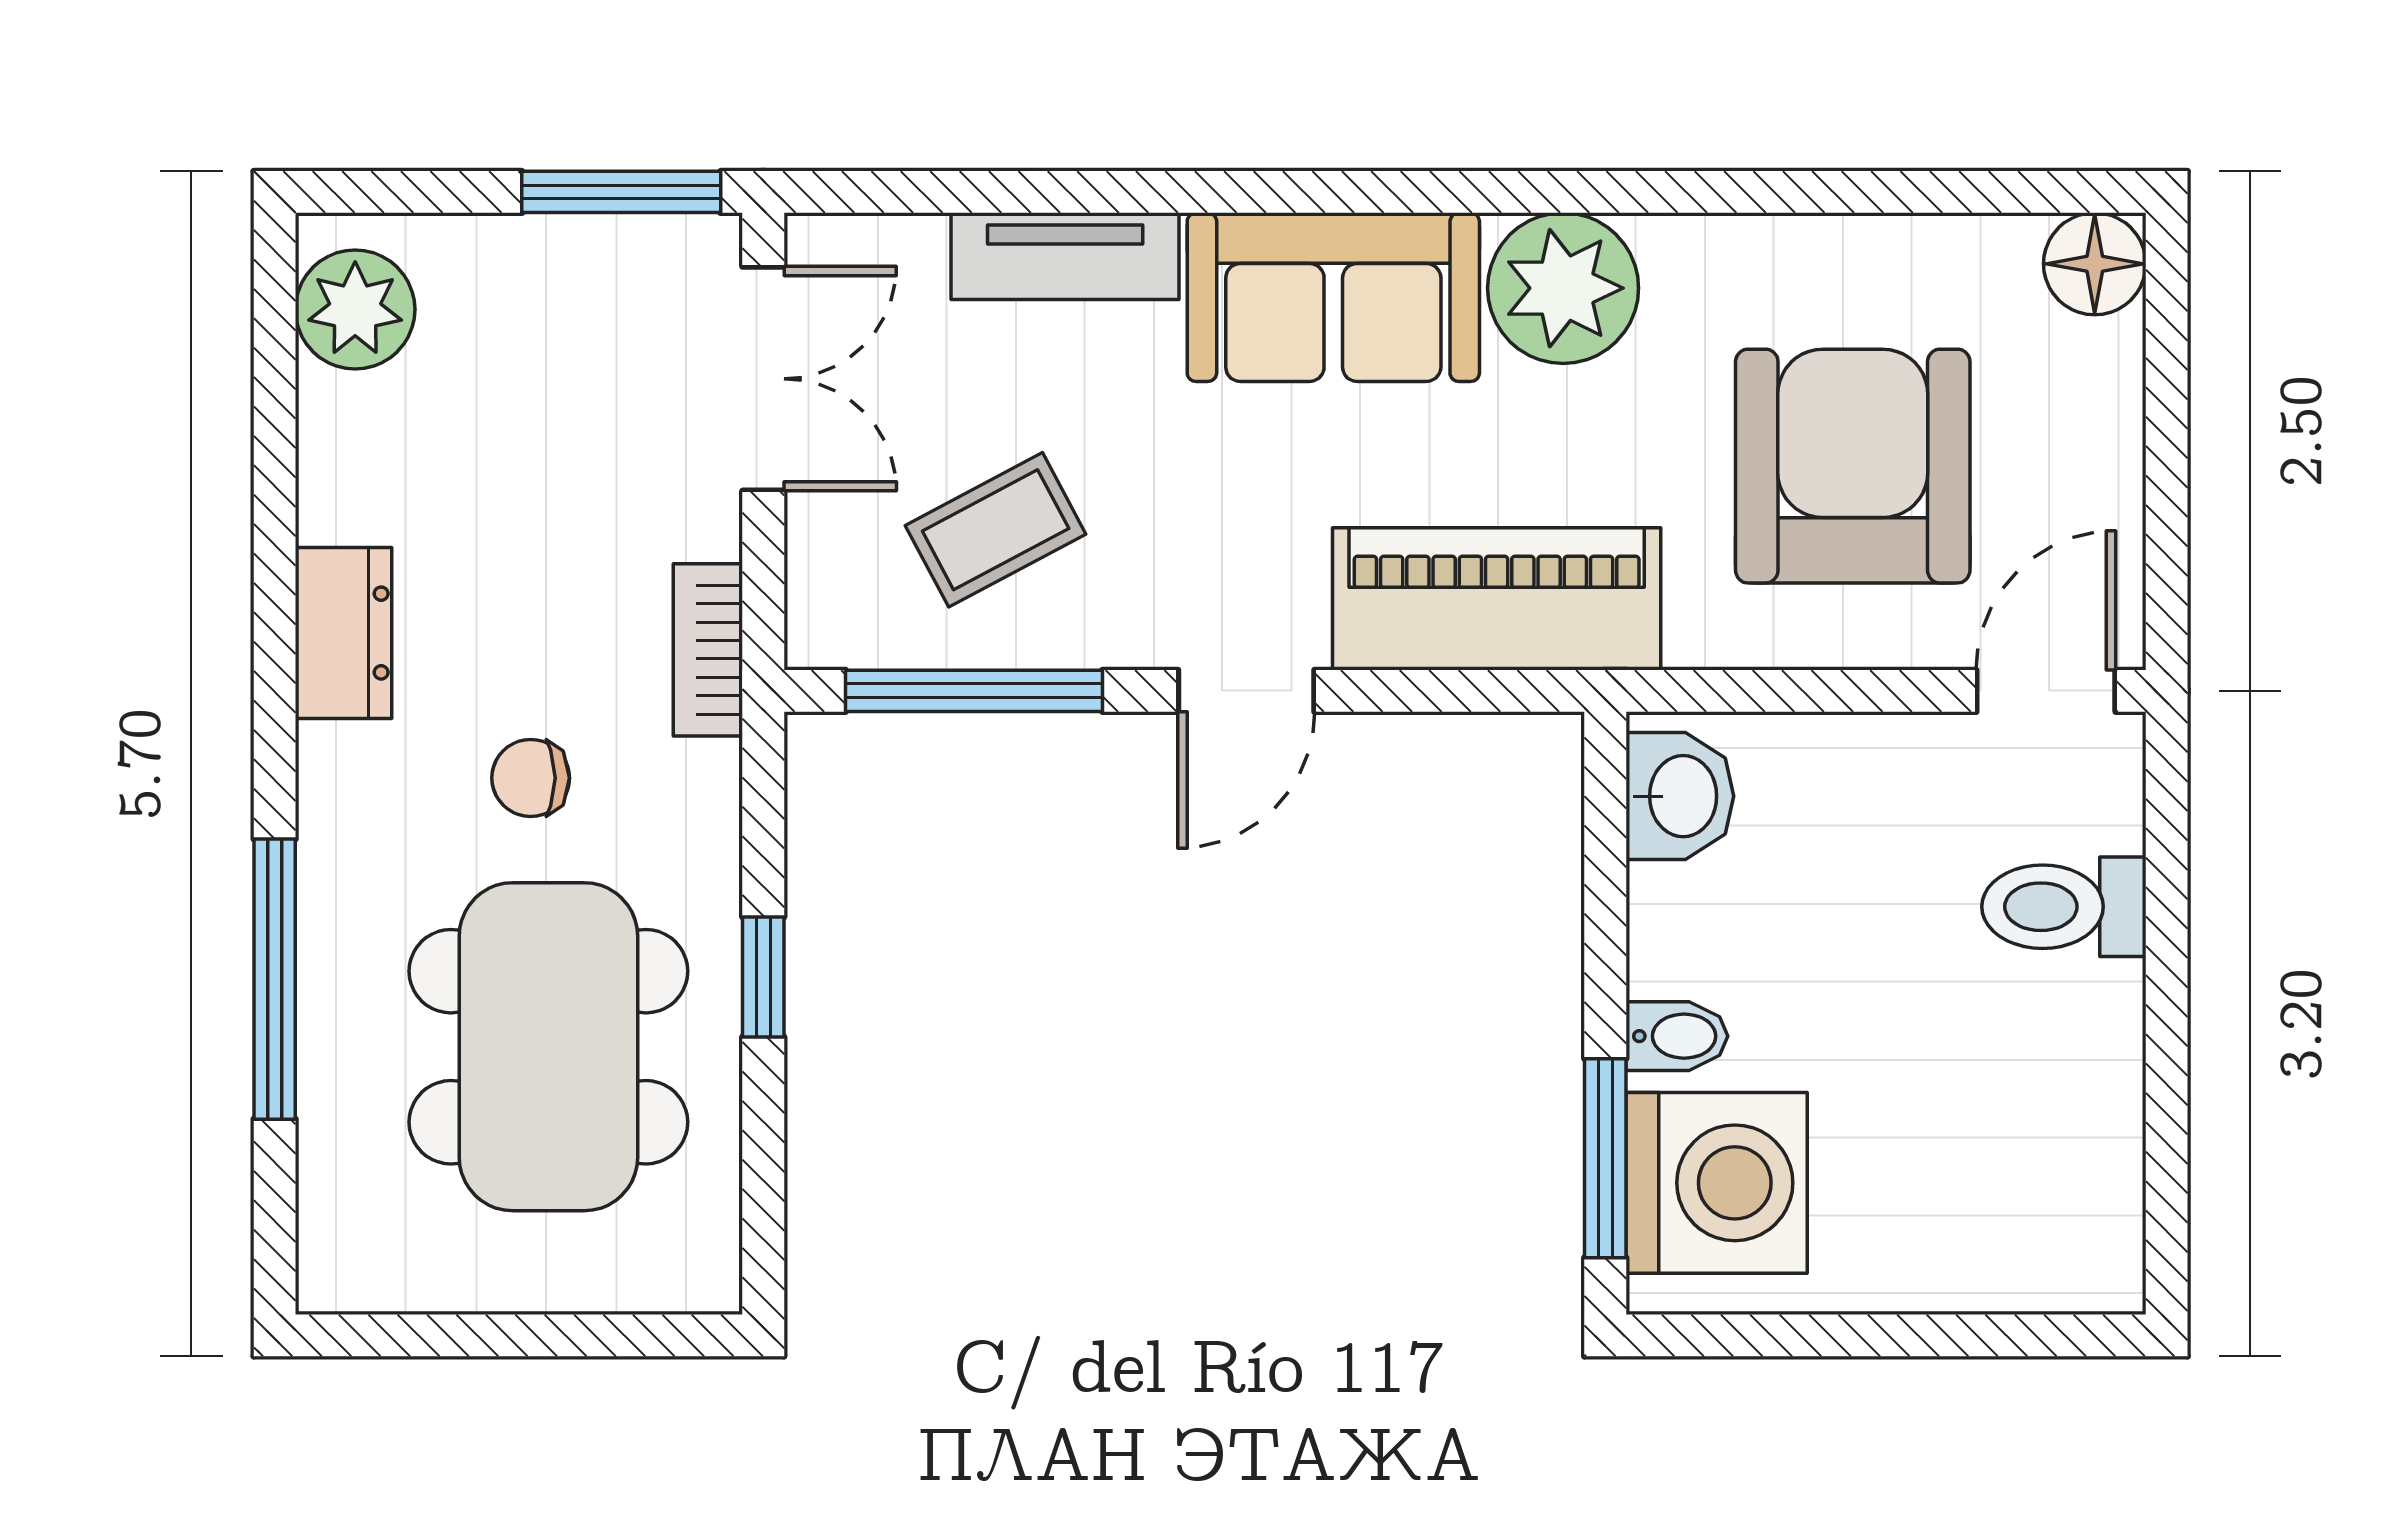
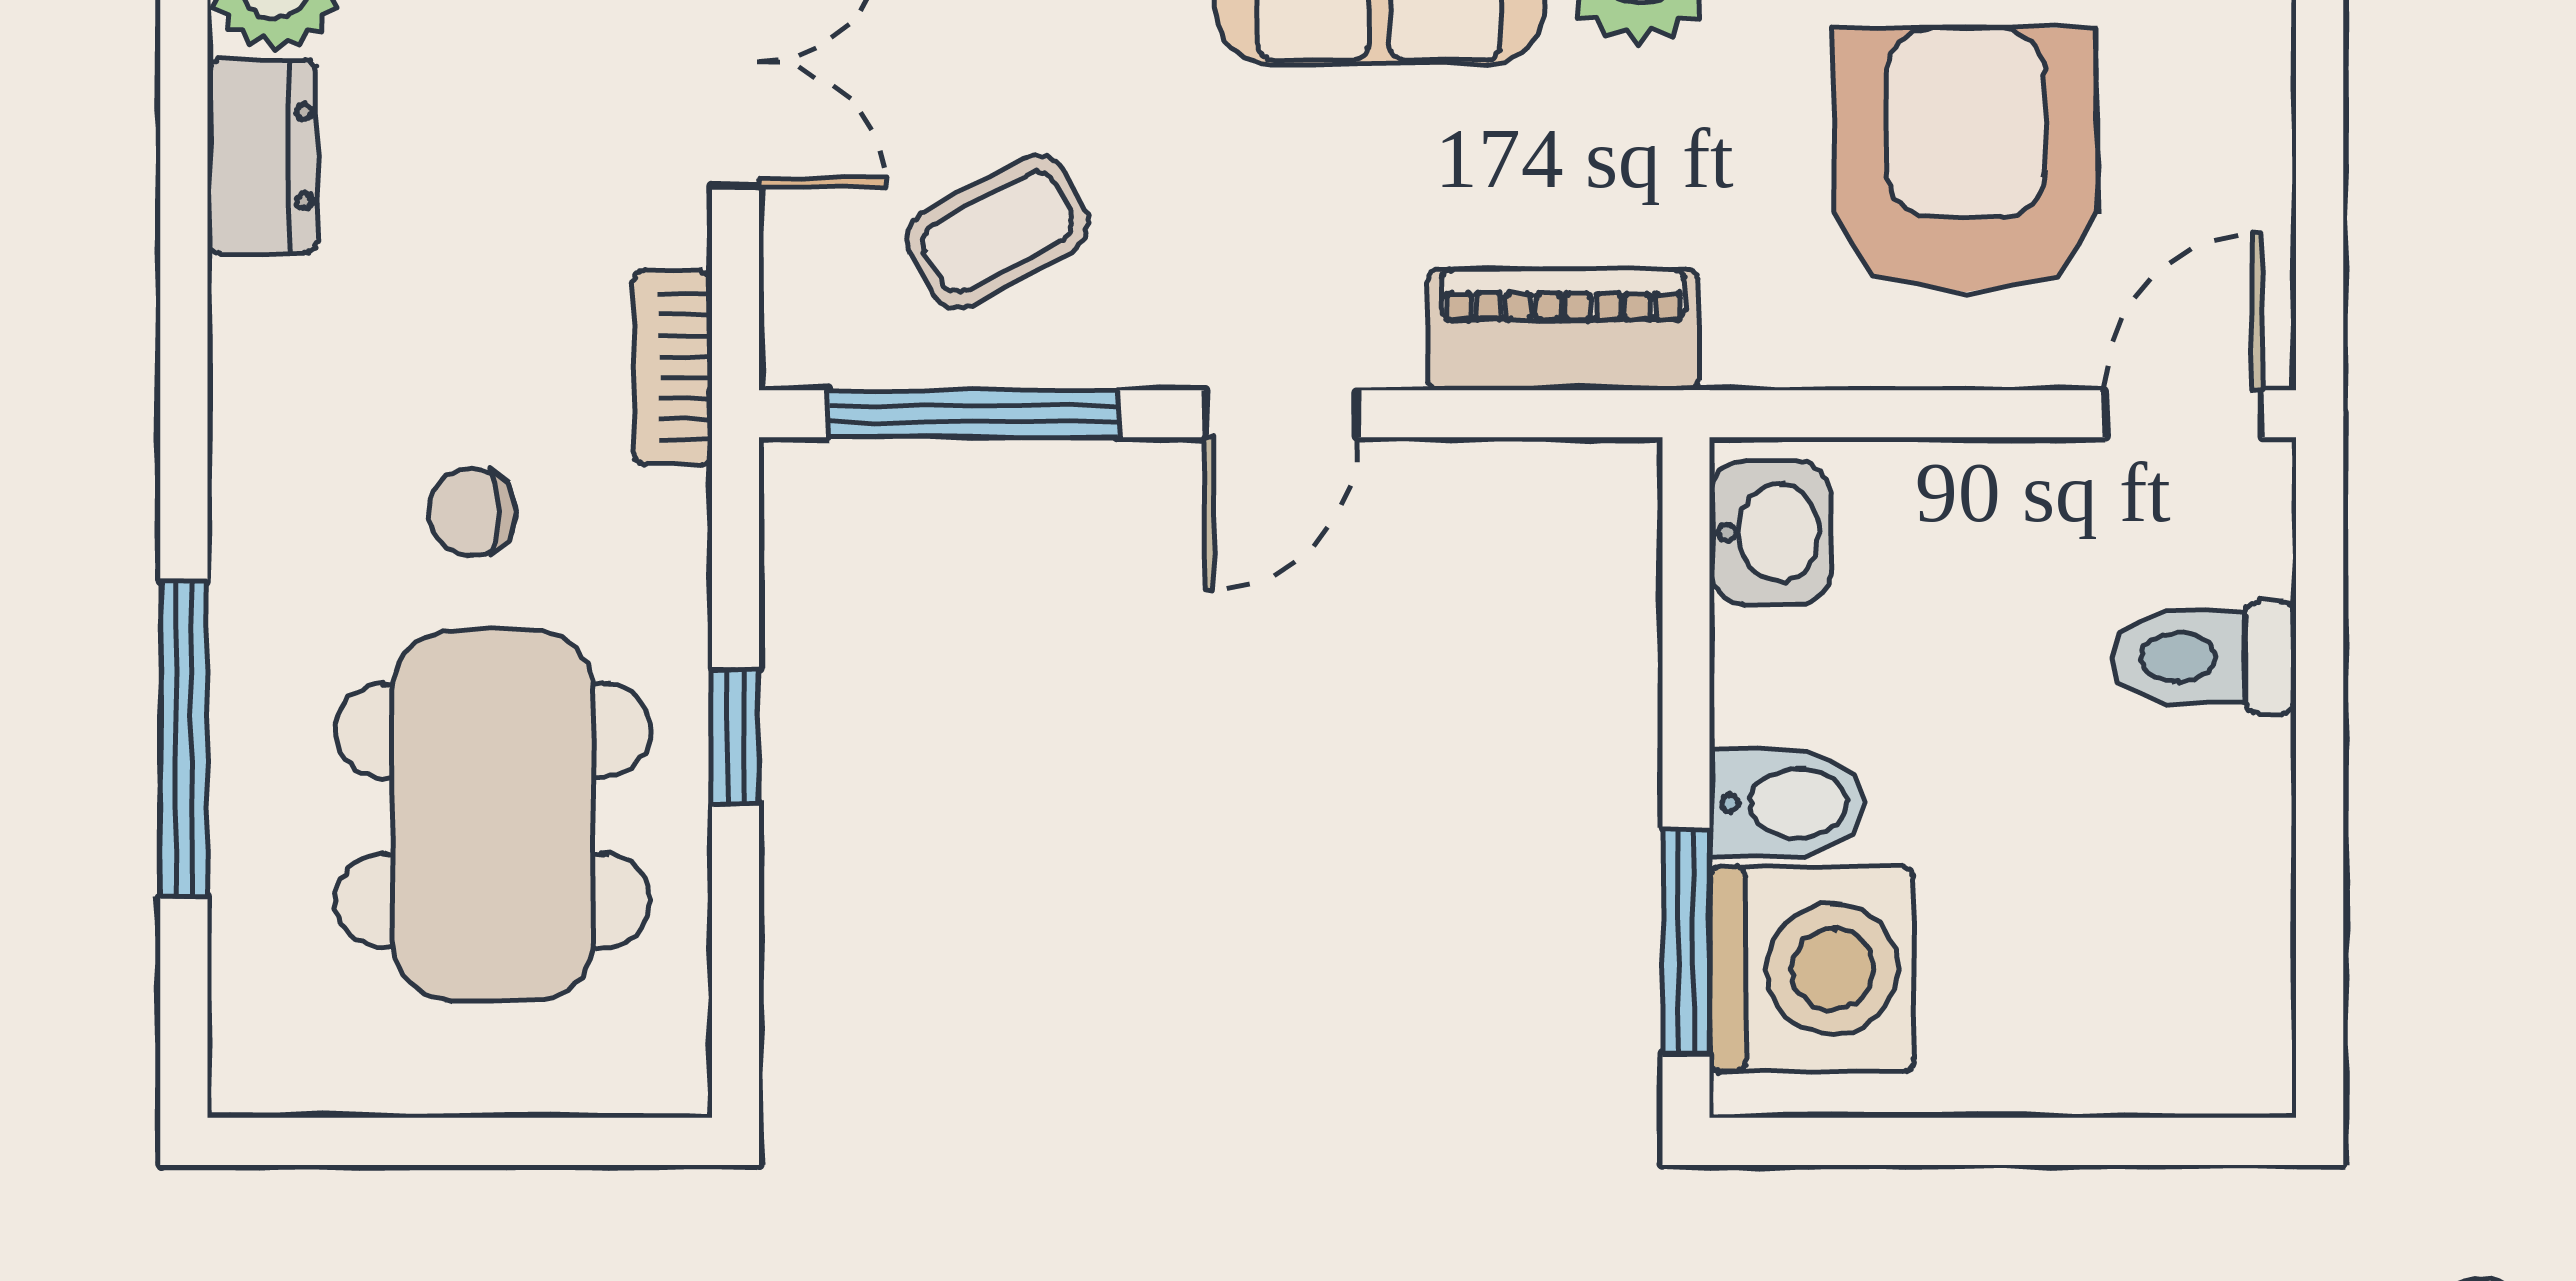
piano: (1497, 599) -> (1563, 330), width x0.73, depth x0.75
dresser: (344, 633) -> (262, 157), moved
bidet: (1677, 1036) -> (1788, 803), width x1.38, depth x1.36

